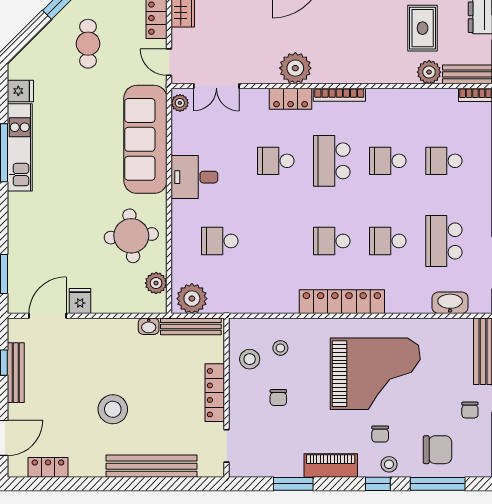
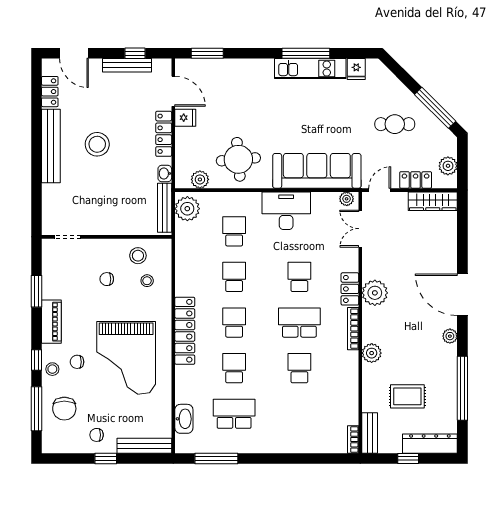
plant: (429, 72) -> (372, 353), moved
school desk: (444, 161) -> (234, 277), moved
desk: (194, 177) -> (286, 211), width x1.37
locker: (215, 393) -> (164, 134), moved, turned -90
bench: (151, 466) -> (51, 146), moved

